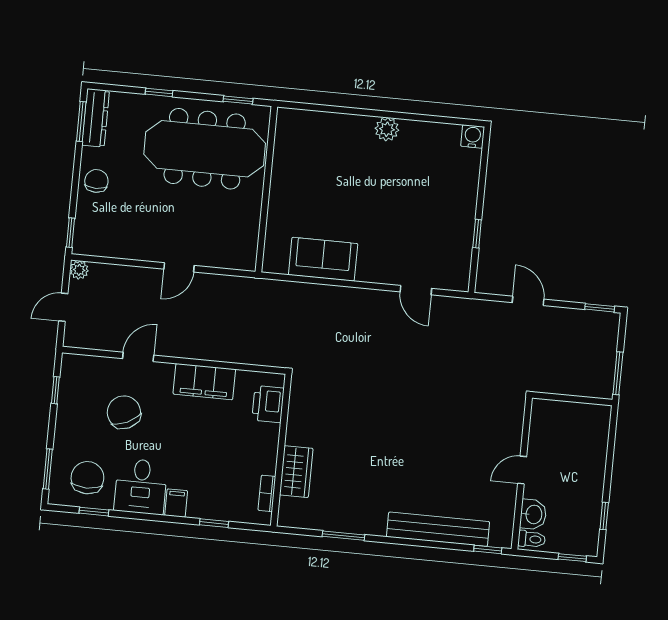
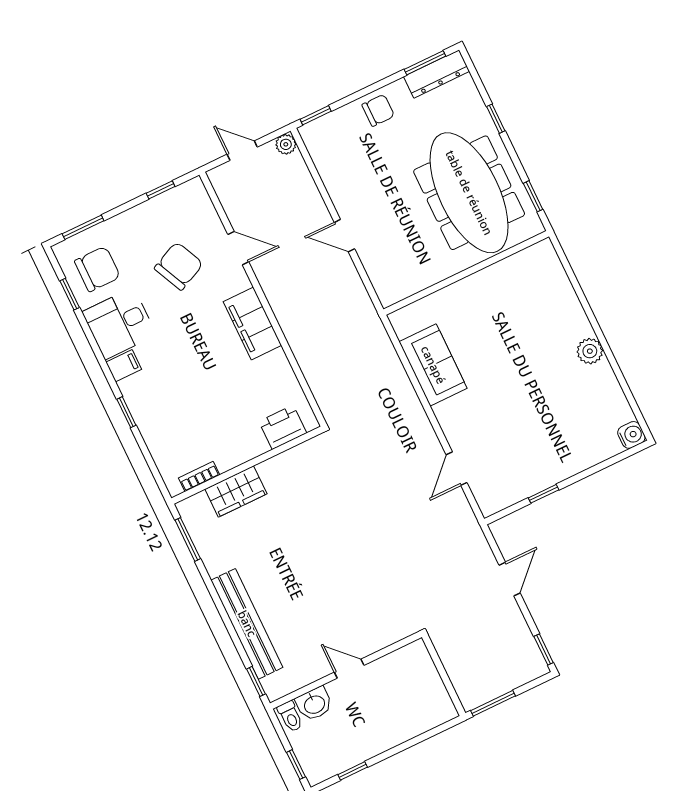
printer: (268, 404) -> (283, 427), moved
wall: (281, 450) -> (247, 465), moved
wardrobe: (296, 472) -> (236, 491), moved
bookcase: (267, 493) -> (199, 476), moved

